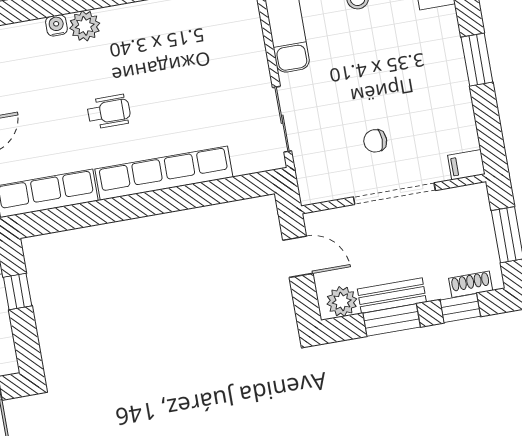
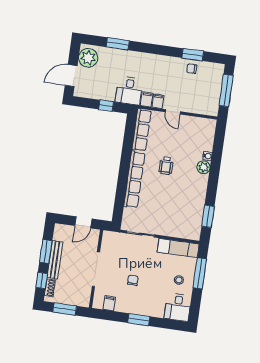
chair: (375, 141) -> (133, 280), moved
filing cabinet: (466, 165) -> (109, 303), moved
bench: (392, 295) -> (55, 260), width x1.36
plant: (342, 301) -> (60, 234), removed

